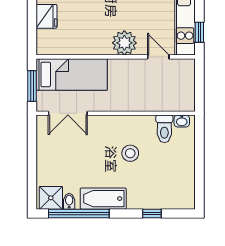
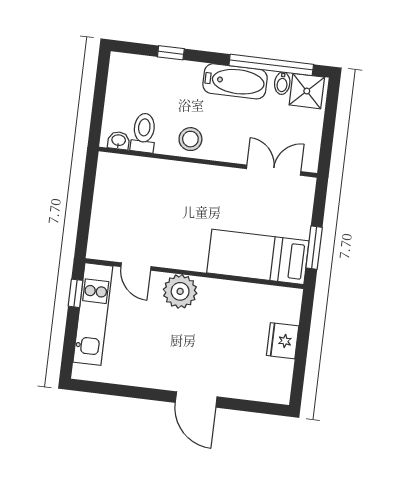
double door: (68, 113) -> (274, 170), moved
wall: (116, 113) -> (208, 162), moved
washbasin: (182, 121) -> (119, 141), moved
toilet: (164, 129) -> (144, 133), moved

